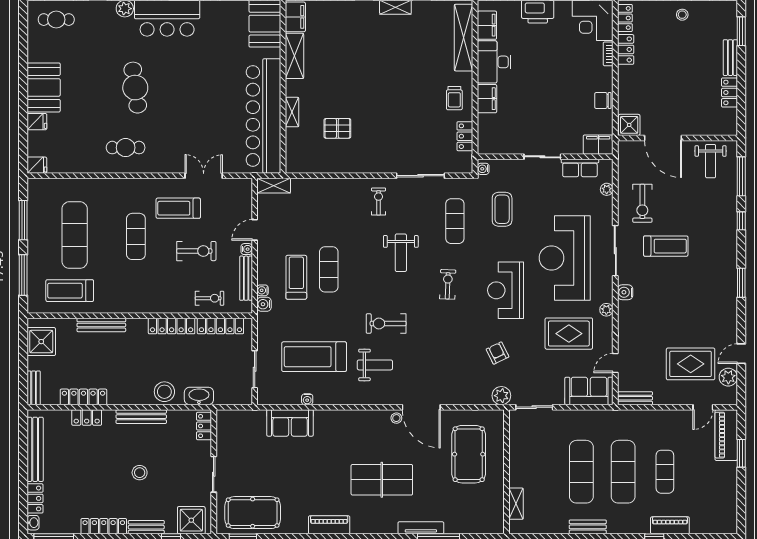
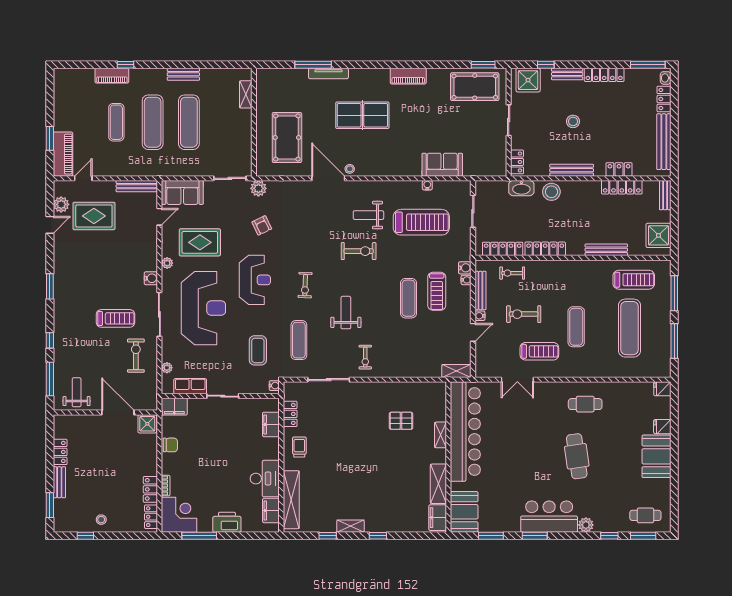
filing cabinet: (487, 99) -> (271, 424), moved
treadmill: (666, 246) -> (115, 318), turned 180
bench: (635, 398) -> (137, 186), width x1.36

